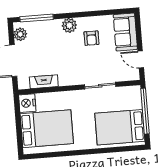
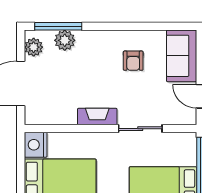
plant: (69, 25) -> (65, 40), moved
fireplace: (44, 82) -> (97, 117), moved

